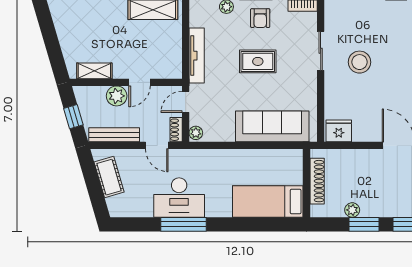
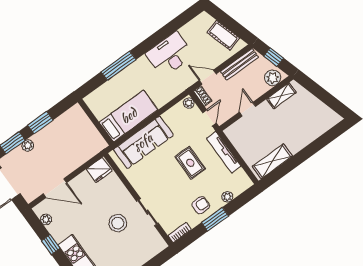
armchair: (260, 18) -> (201, 205), turned 90
rug: (258, 61) -> (190, 163), moved, turned 90
plant: (117, 96) -> (273, 78), moved
shoe rack: (317, 181) -> (90, 128), removed
bed: (268, 201) -> (129, 116), moved
plant: (352, 210) -> (28, 146), moved
window: (183, 224) -> (119, 66), moved

